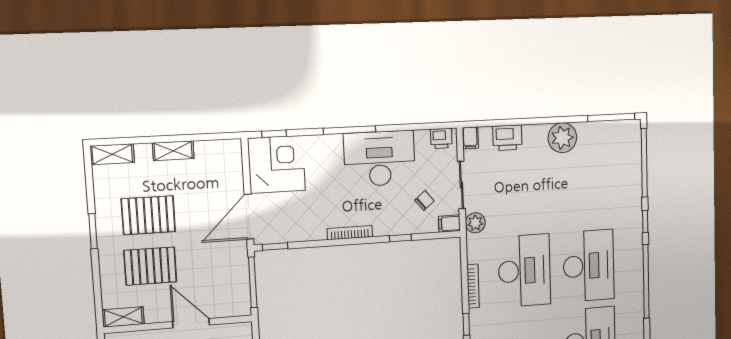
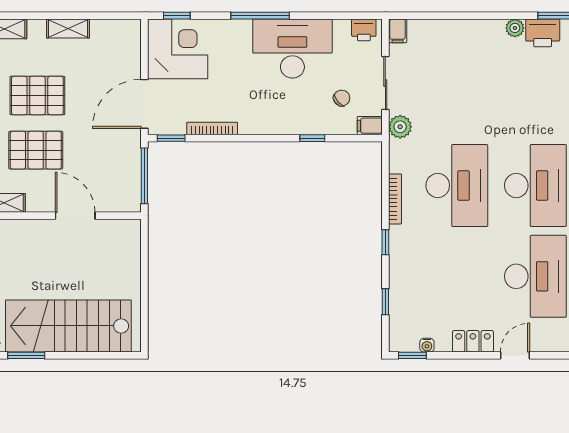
printer: (507, 138) -> (543, 33), moved
plant: (562, 138) -> (515, 28), width x0.53, depth x0.53
bookcase: (350, 233) -> (212, 128), moved

